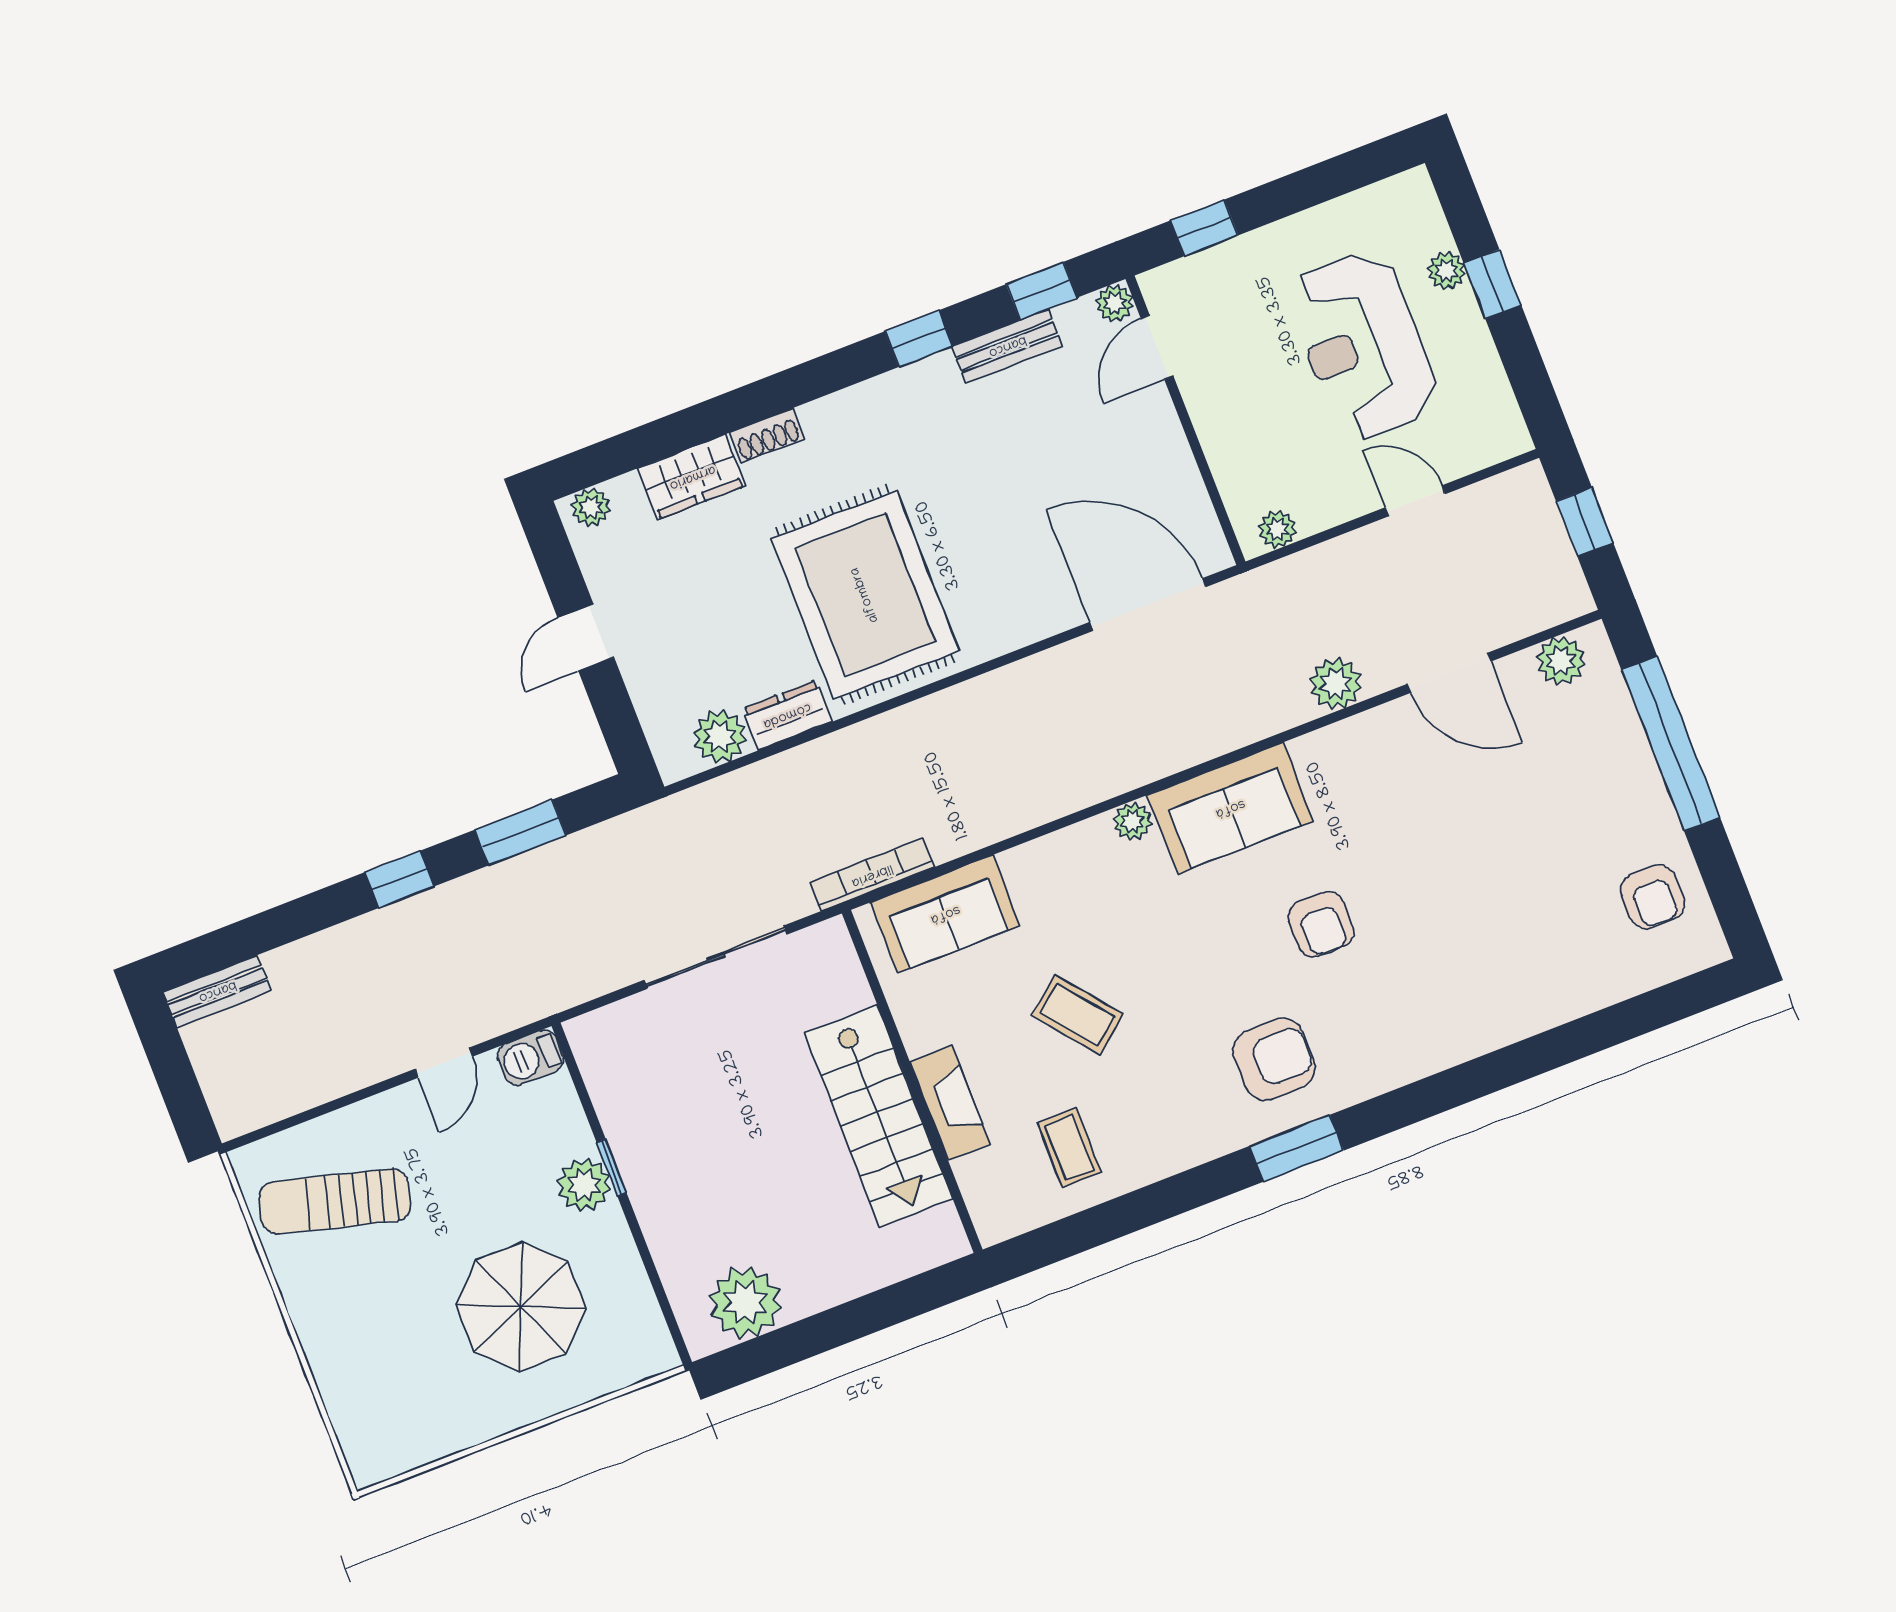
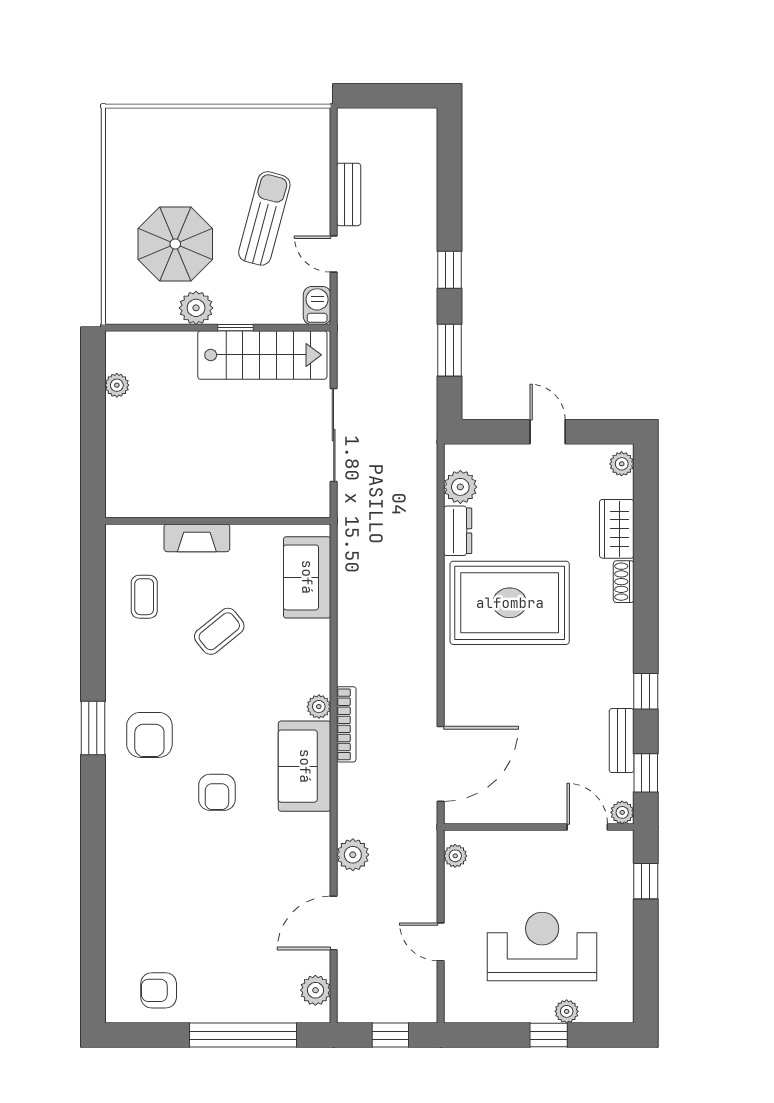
door: (1415, 501) -> (441, 942), swing flipped
bookcase: (872, 875) -> (346, 724), moved
armchair: (1321, 924) -> (217, 792), turned -90
bench: (217, 991) -> (349, 194), moved
stairs: (878, 1116) -> (262, 355), moved, turned 180
coffee table: (1069, 1148) -> (144, 597), turned 90
plant: (584, 1185) -> (196, 308), moved
sun lounger: (335, 1201) -> (264, 218), moved
plant: (745, 1302) -> (117, 385), width x0.53, depth x0.53

